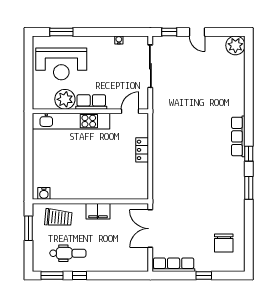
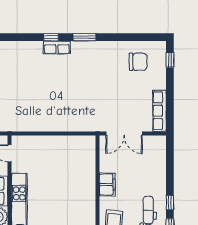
row of seats: (238, 136) -> (57, 47), moved, width x0.68
locker: (142, 150) -> (47, 141), removed
window: (204, 275) -> (170, 60), moved

